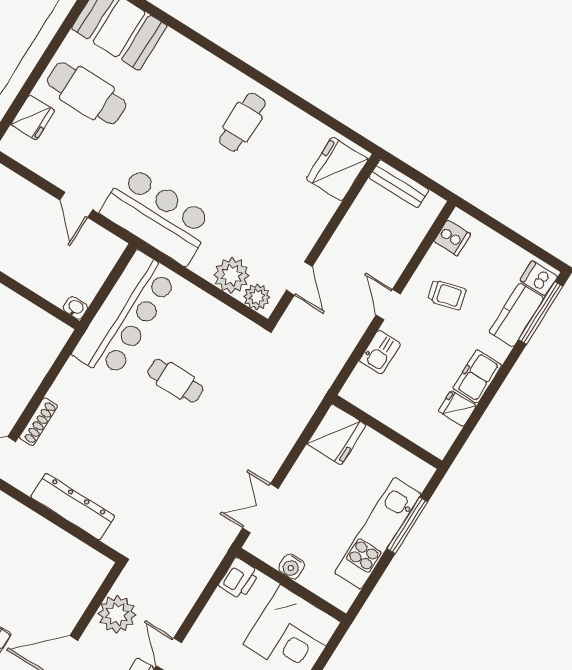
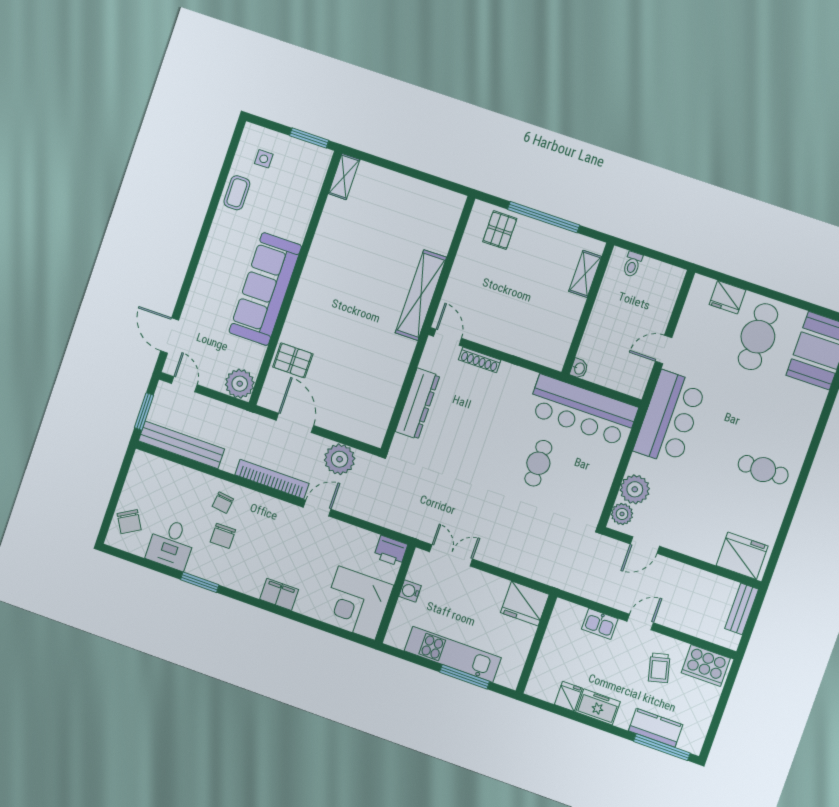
cooker: (452, 238) -> (706, 665), width x1.87, depth x1.31
dishwasher: (539, 278) -> (690, 740), removed

